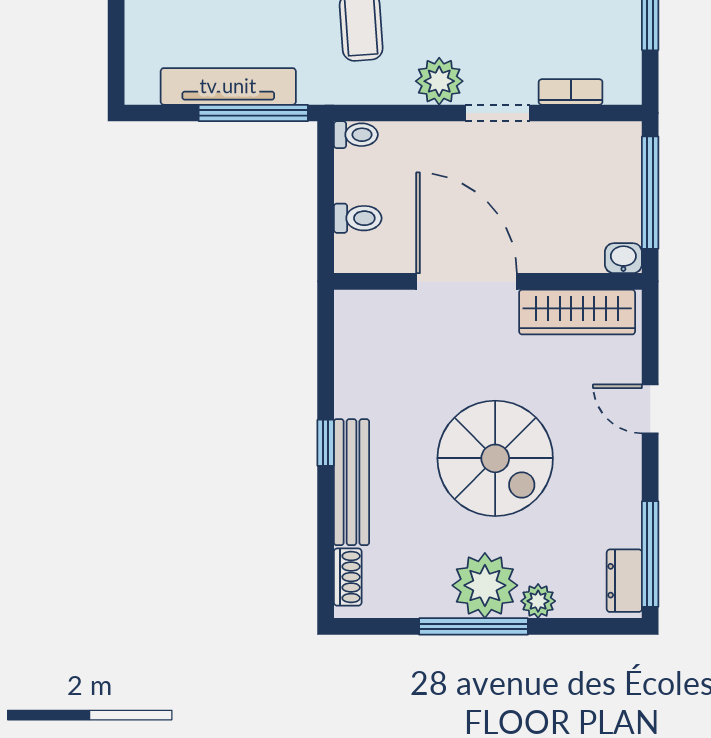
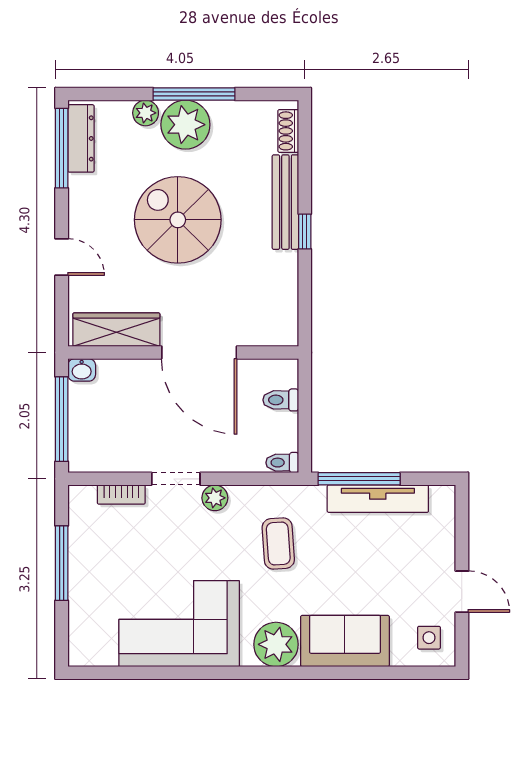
plant: (439, 81) -> (215, 498), width x0.73, depth x0.73
dresser: (624, 581) -> (81, 138), width x1.44

